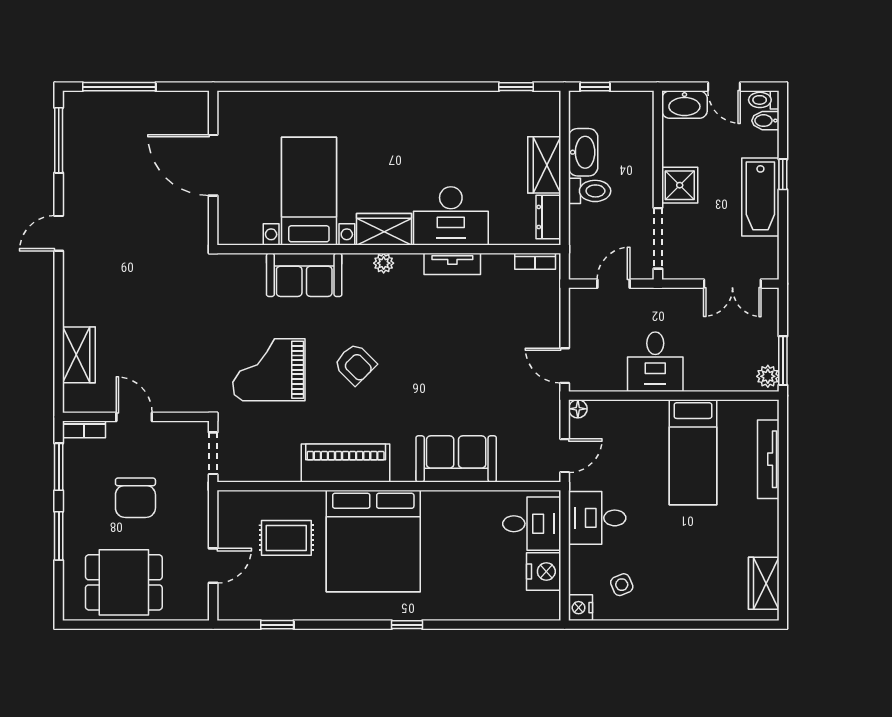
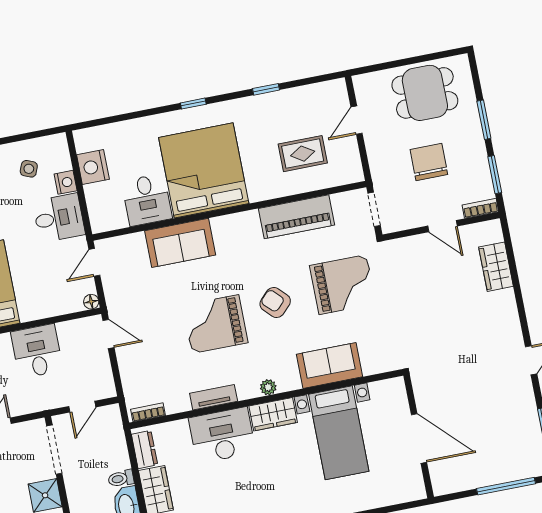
toilet: (590, 191) -> (121, 479), width x0.73, depth x0.72
grand piano: (433, 352) -> (215, 324), added
piano: (346, 463) -> (296, 217), moved
desk: (532, 524) -> (147, 200), moved, turned -90
bed: (373, 541) -> (204, 170), moved
side table: (622, 585) -> (29, 169), turned 45
nightstand: (580, 608) -> (66, 182), moved
window: (277, 625) -> (266, 89), moved

